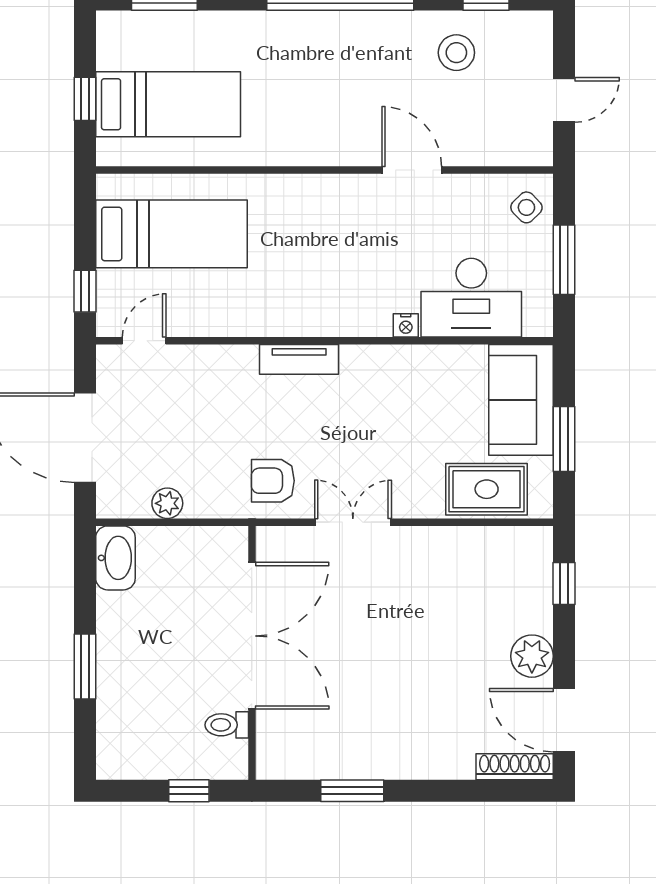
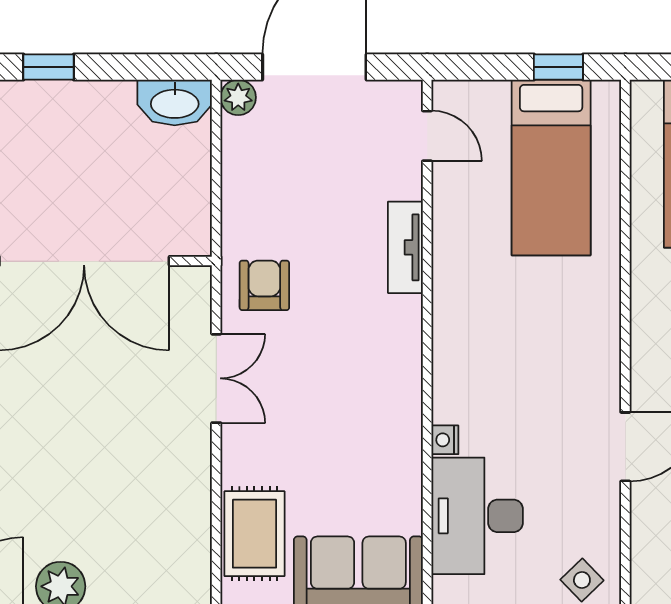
window: (85, 291) -> (558, 67), moved
tv unit: (299, 359) -> (405, 247), moved
plant: (167, 503) -> (238, 97), moved
window: (85, 666) -> (49, 67), width x0.67

